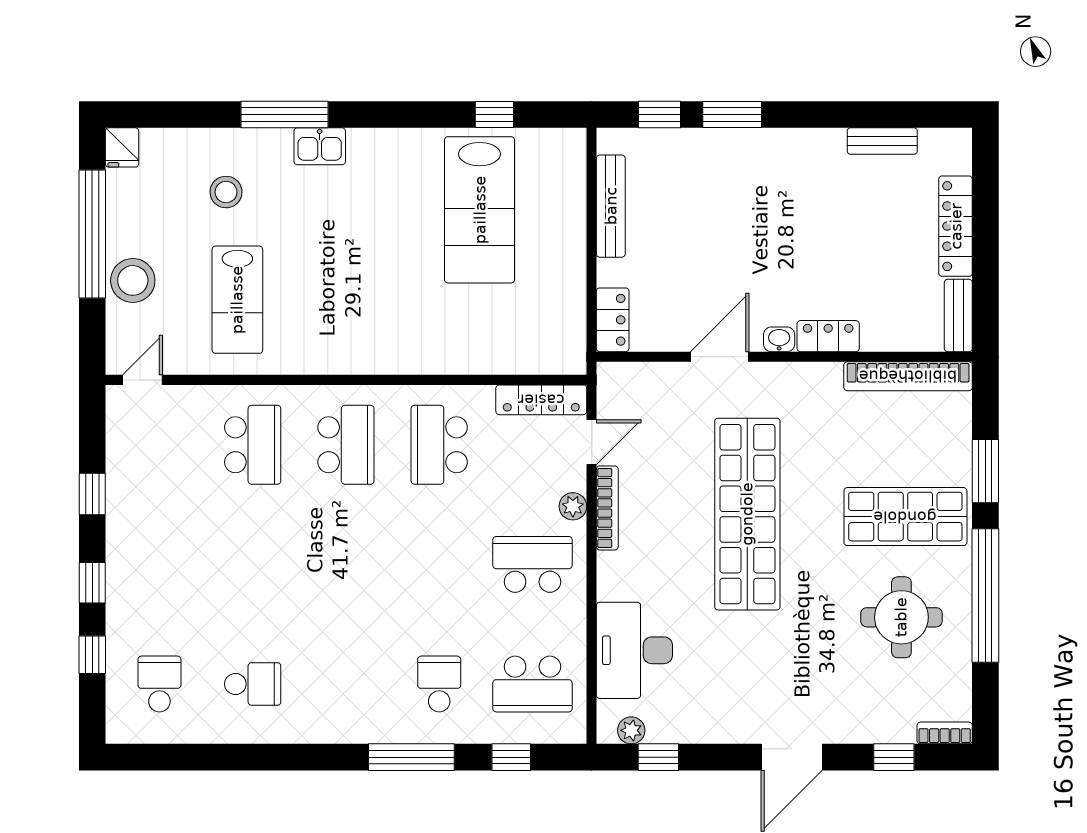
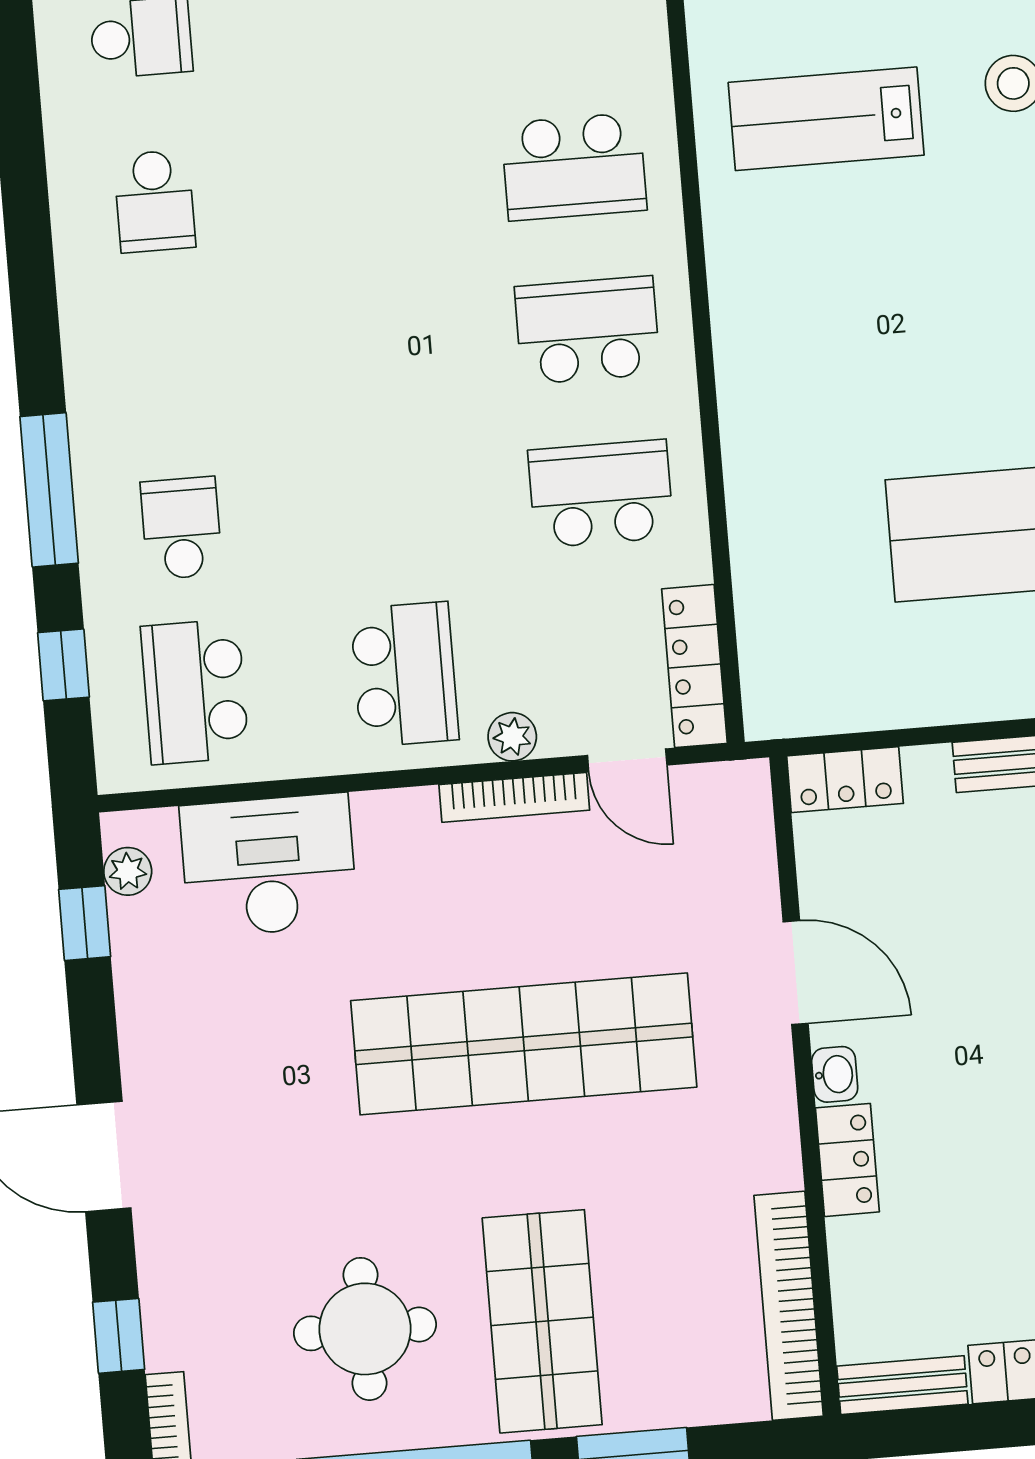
school desk: (346, 445) -> (587, 330), turned 180
school desk: (439, 684) -> (181, 528), turned -90

